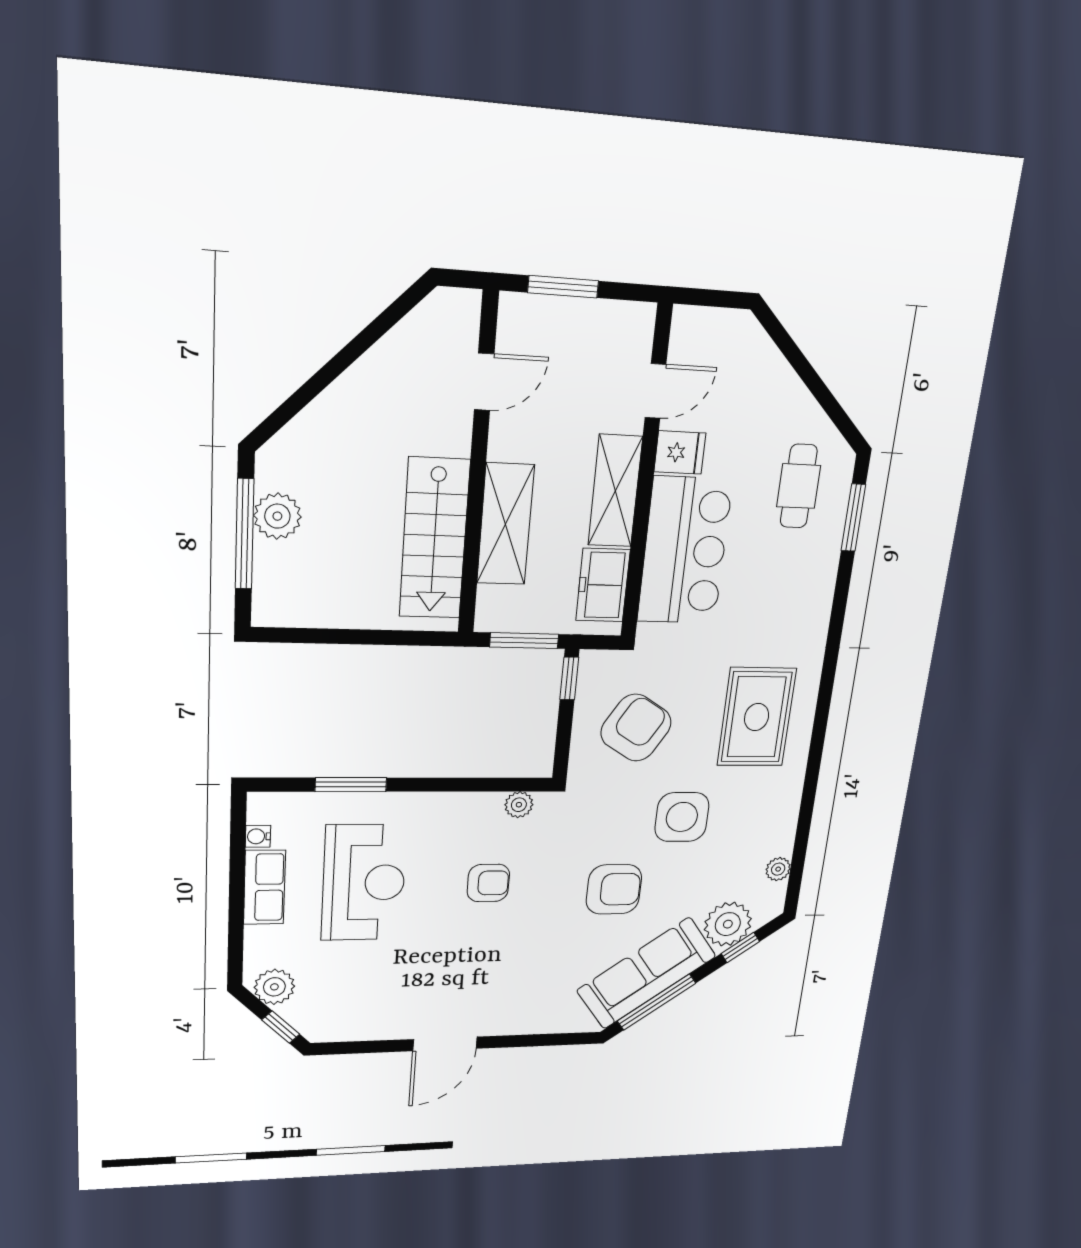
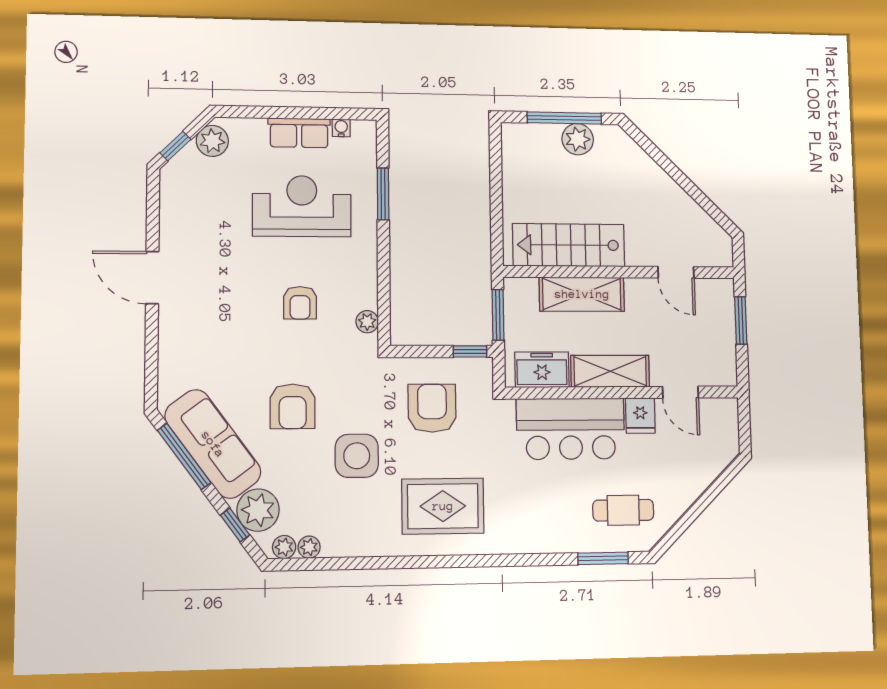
armchair: (636, 728) -> (432, 408), turned -122
reception desk: (364, 883) -> (302, 206), turned 180
plant: (773, 896) -> (284, 547), added

